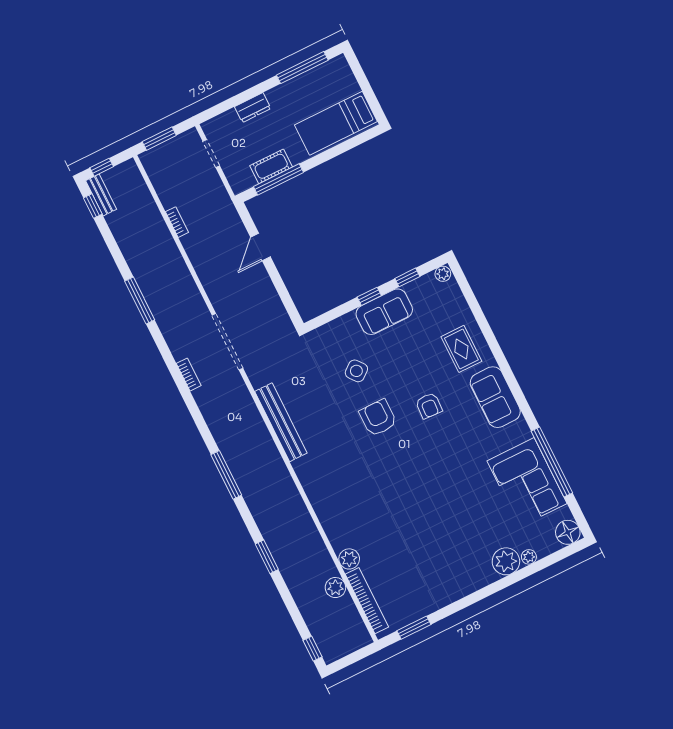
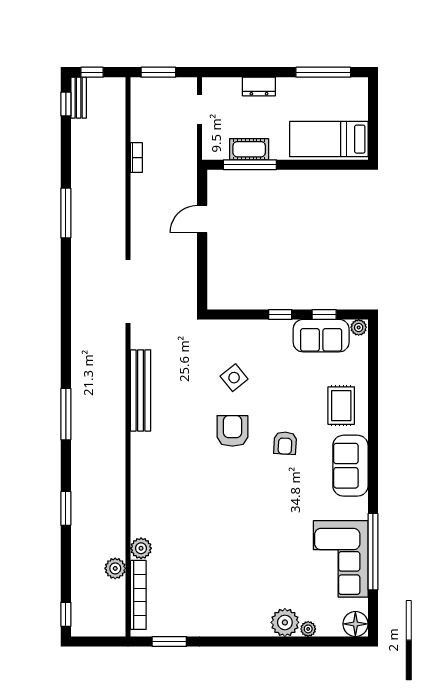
sofa: (384, 312) -> (321, 336), moved
bookcase: (189, 374) -> (77, 304), removed

